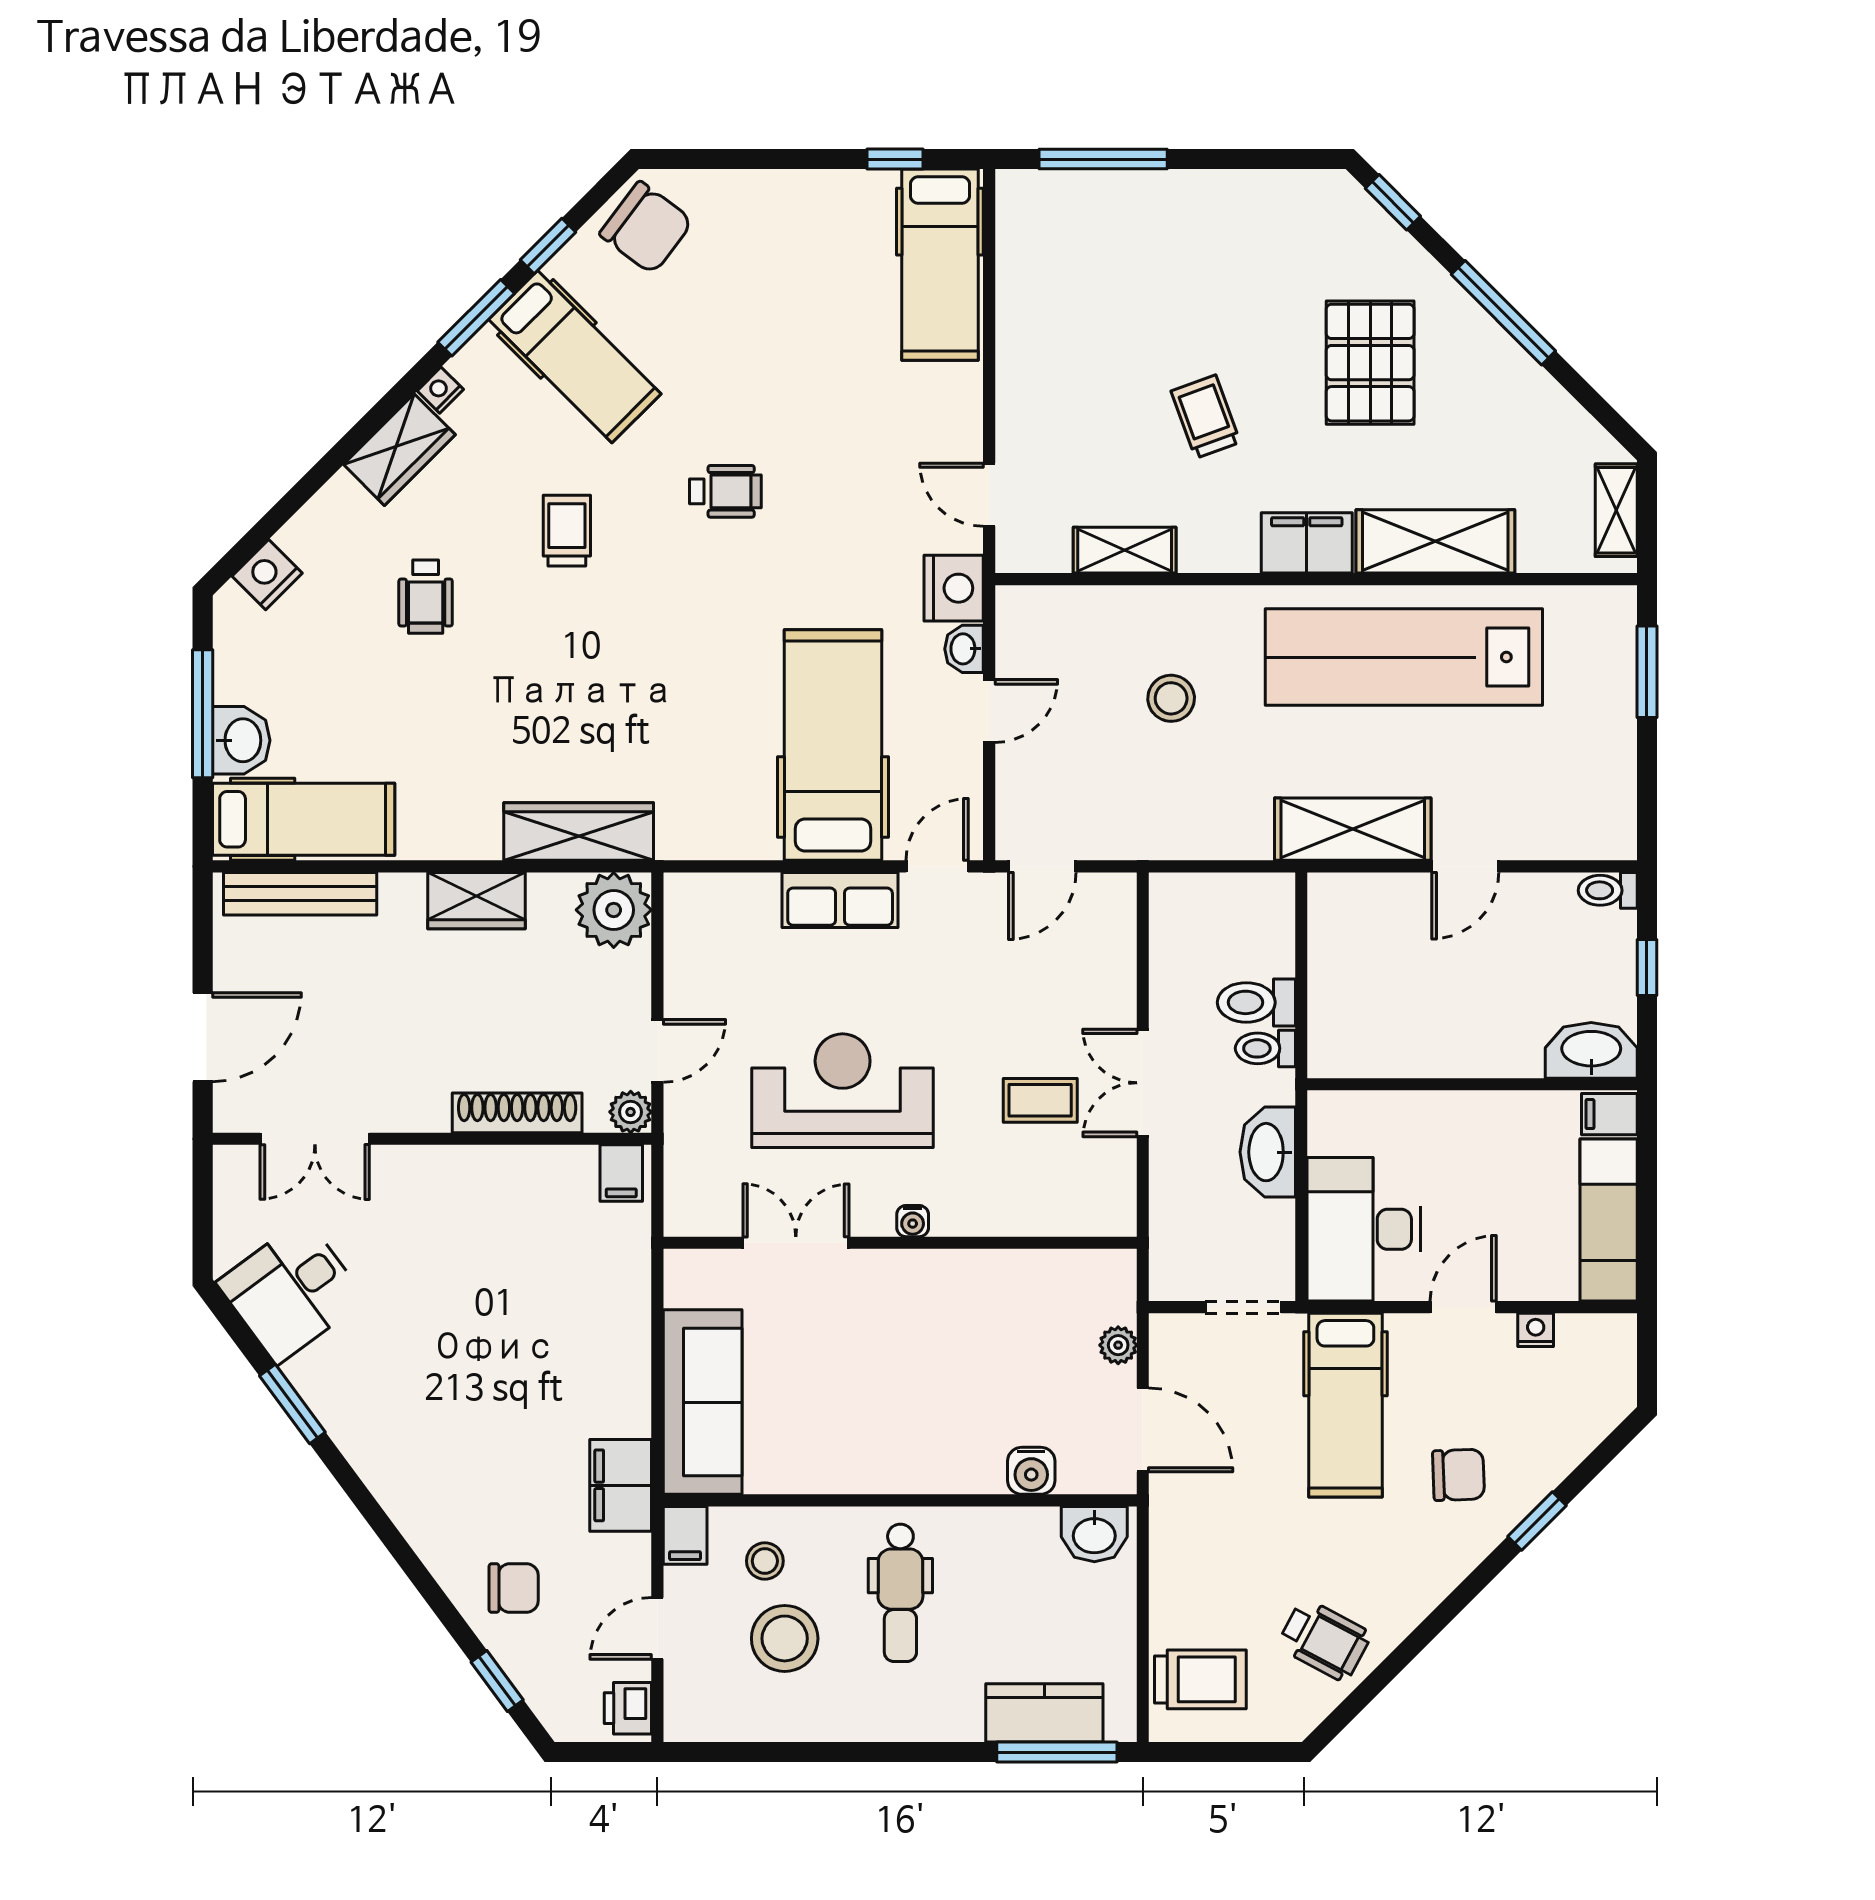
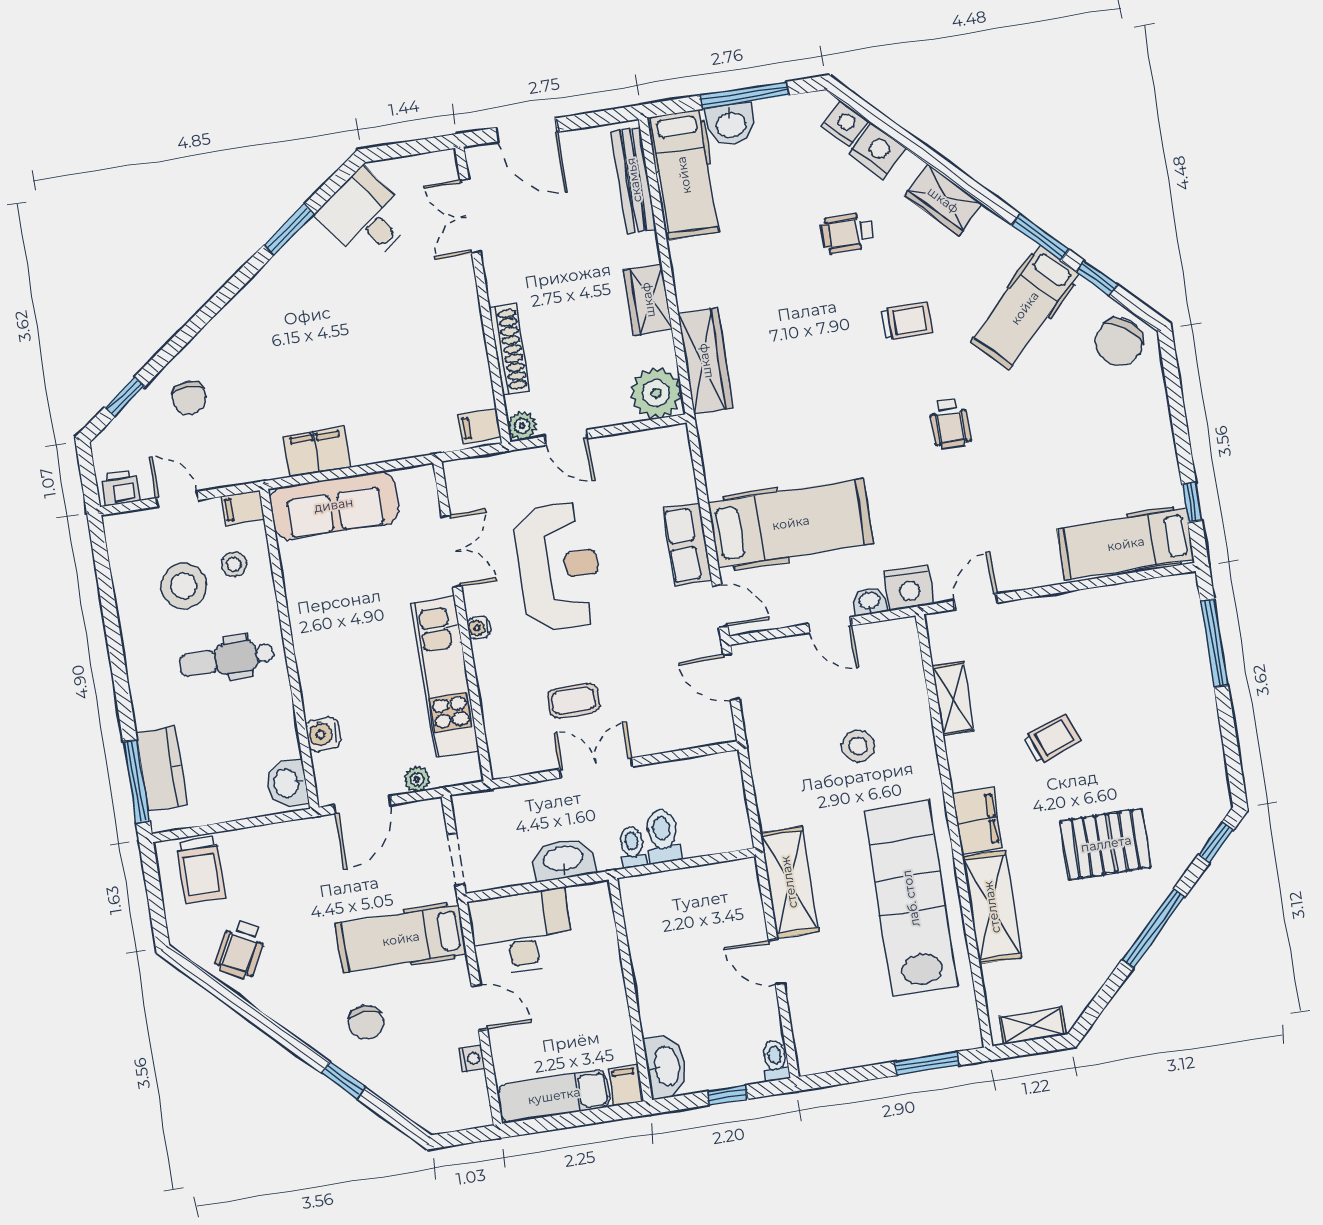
nightstand: (440, 390) -> (877, 151), moved, width x1.89, depth x1.79
coffee table: (1040, 1100) -> (573, 701), turned 90
kitchen unit: (976, 1281) -> (445, 677), added
filing cabinet: (621, 1485) -> (317, 452), moved

